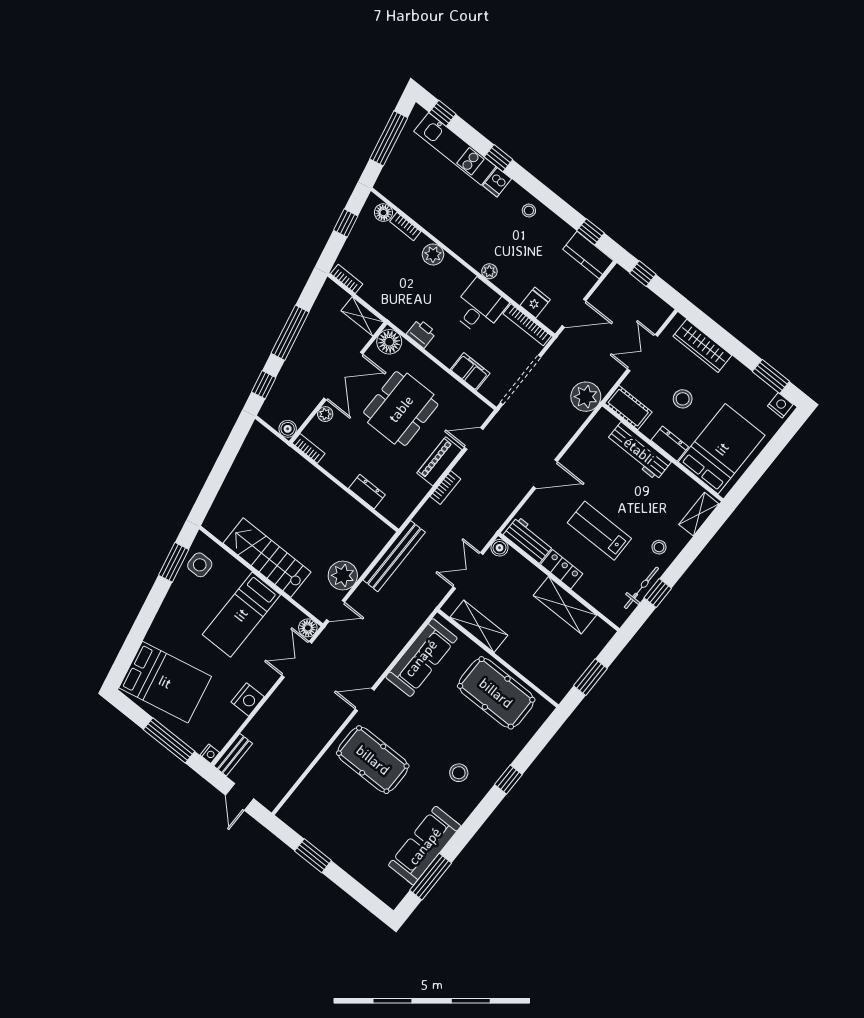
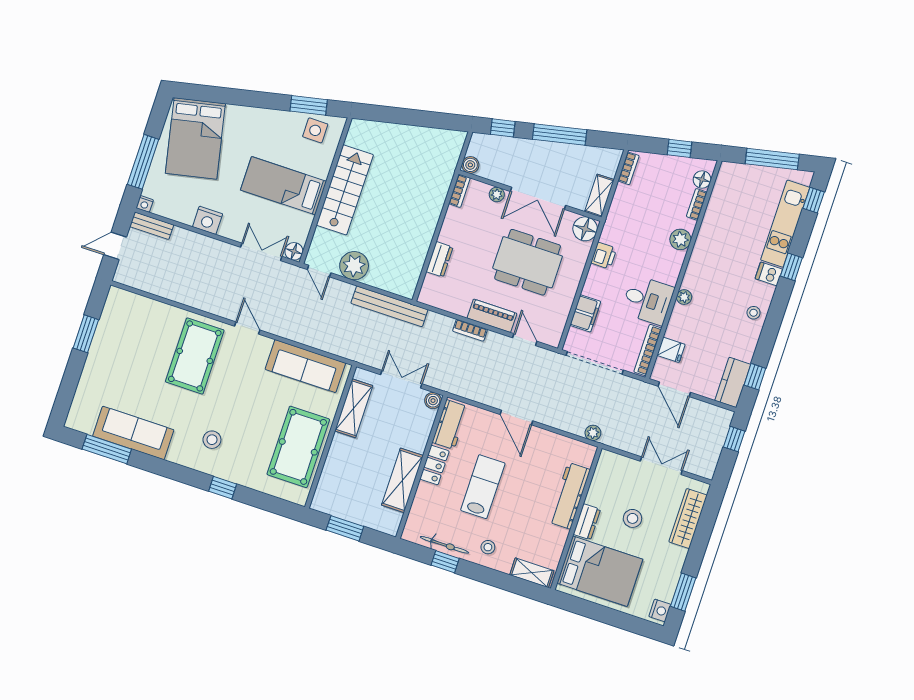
plant: (586, 397) -> (593, 433), width x0.53, depth x0.53
cot: (628, 408) -> (606, 471), removed

